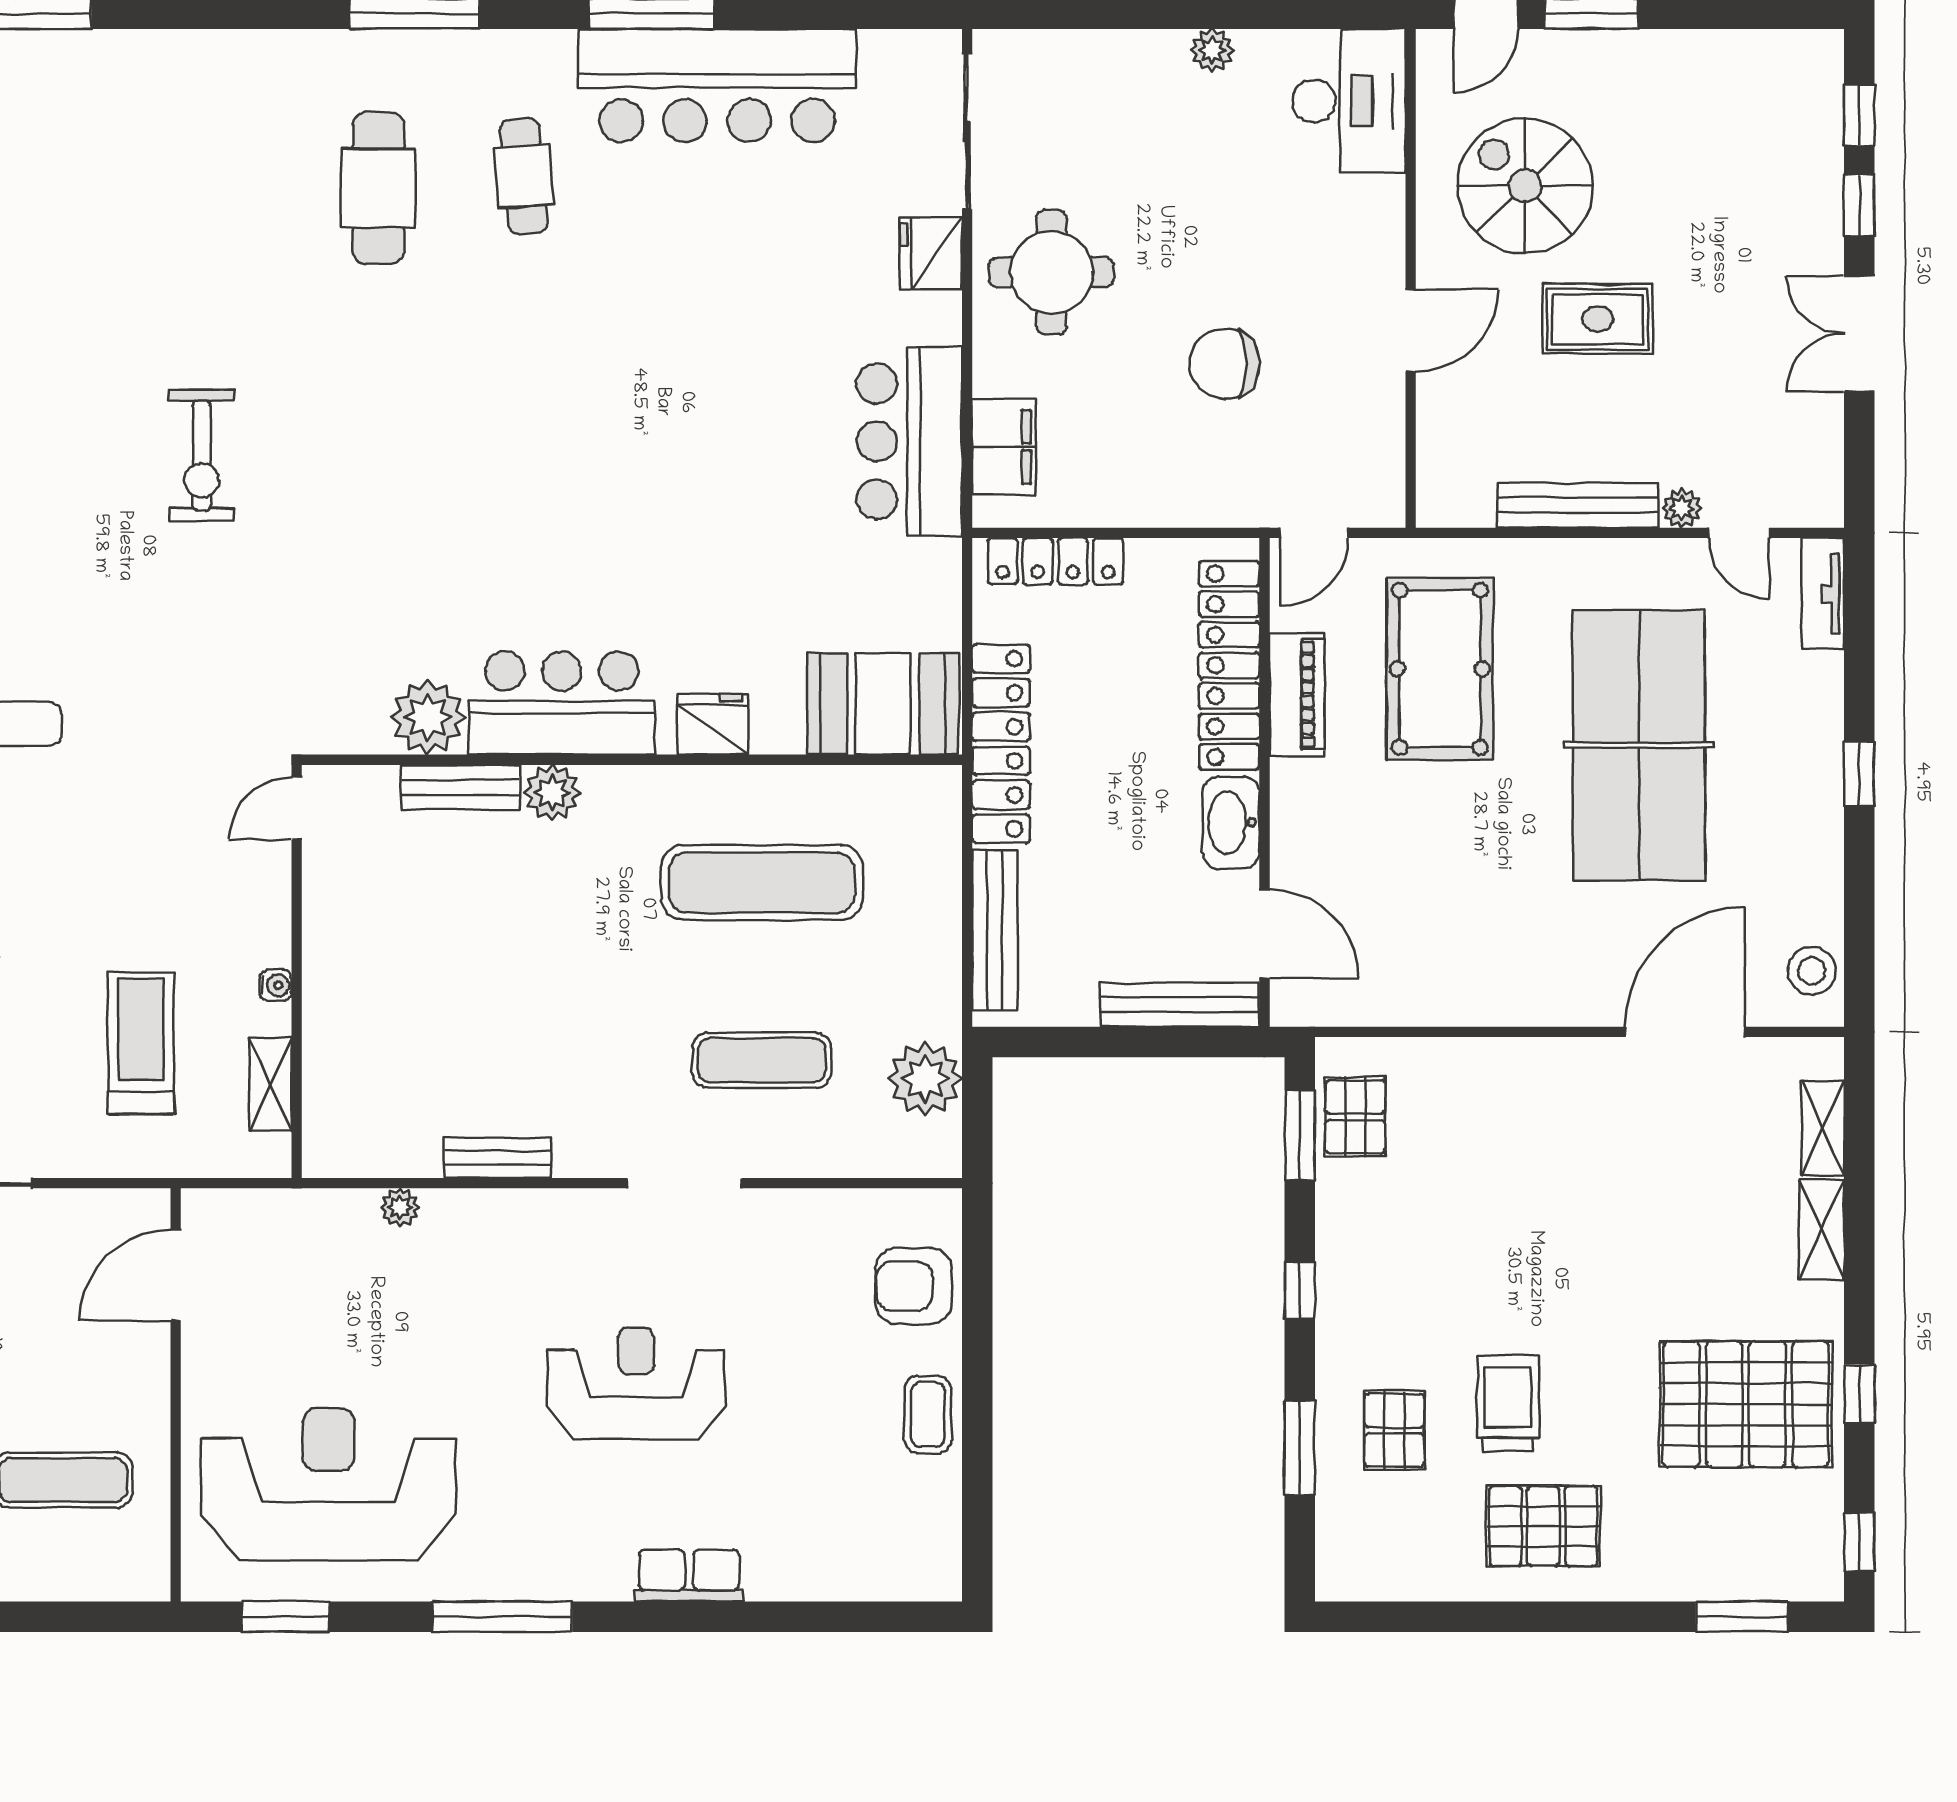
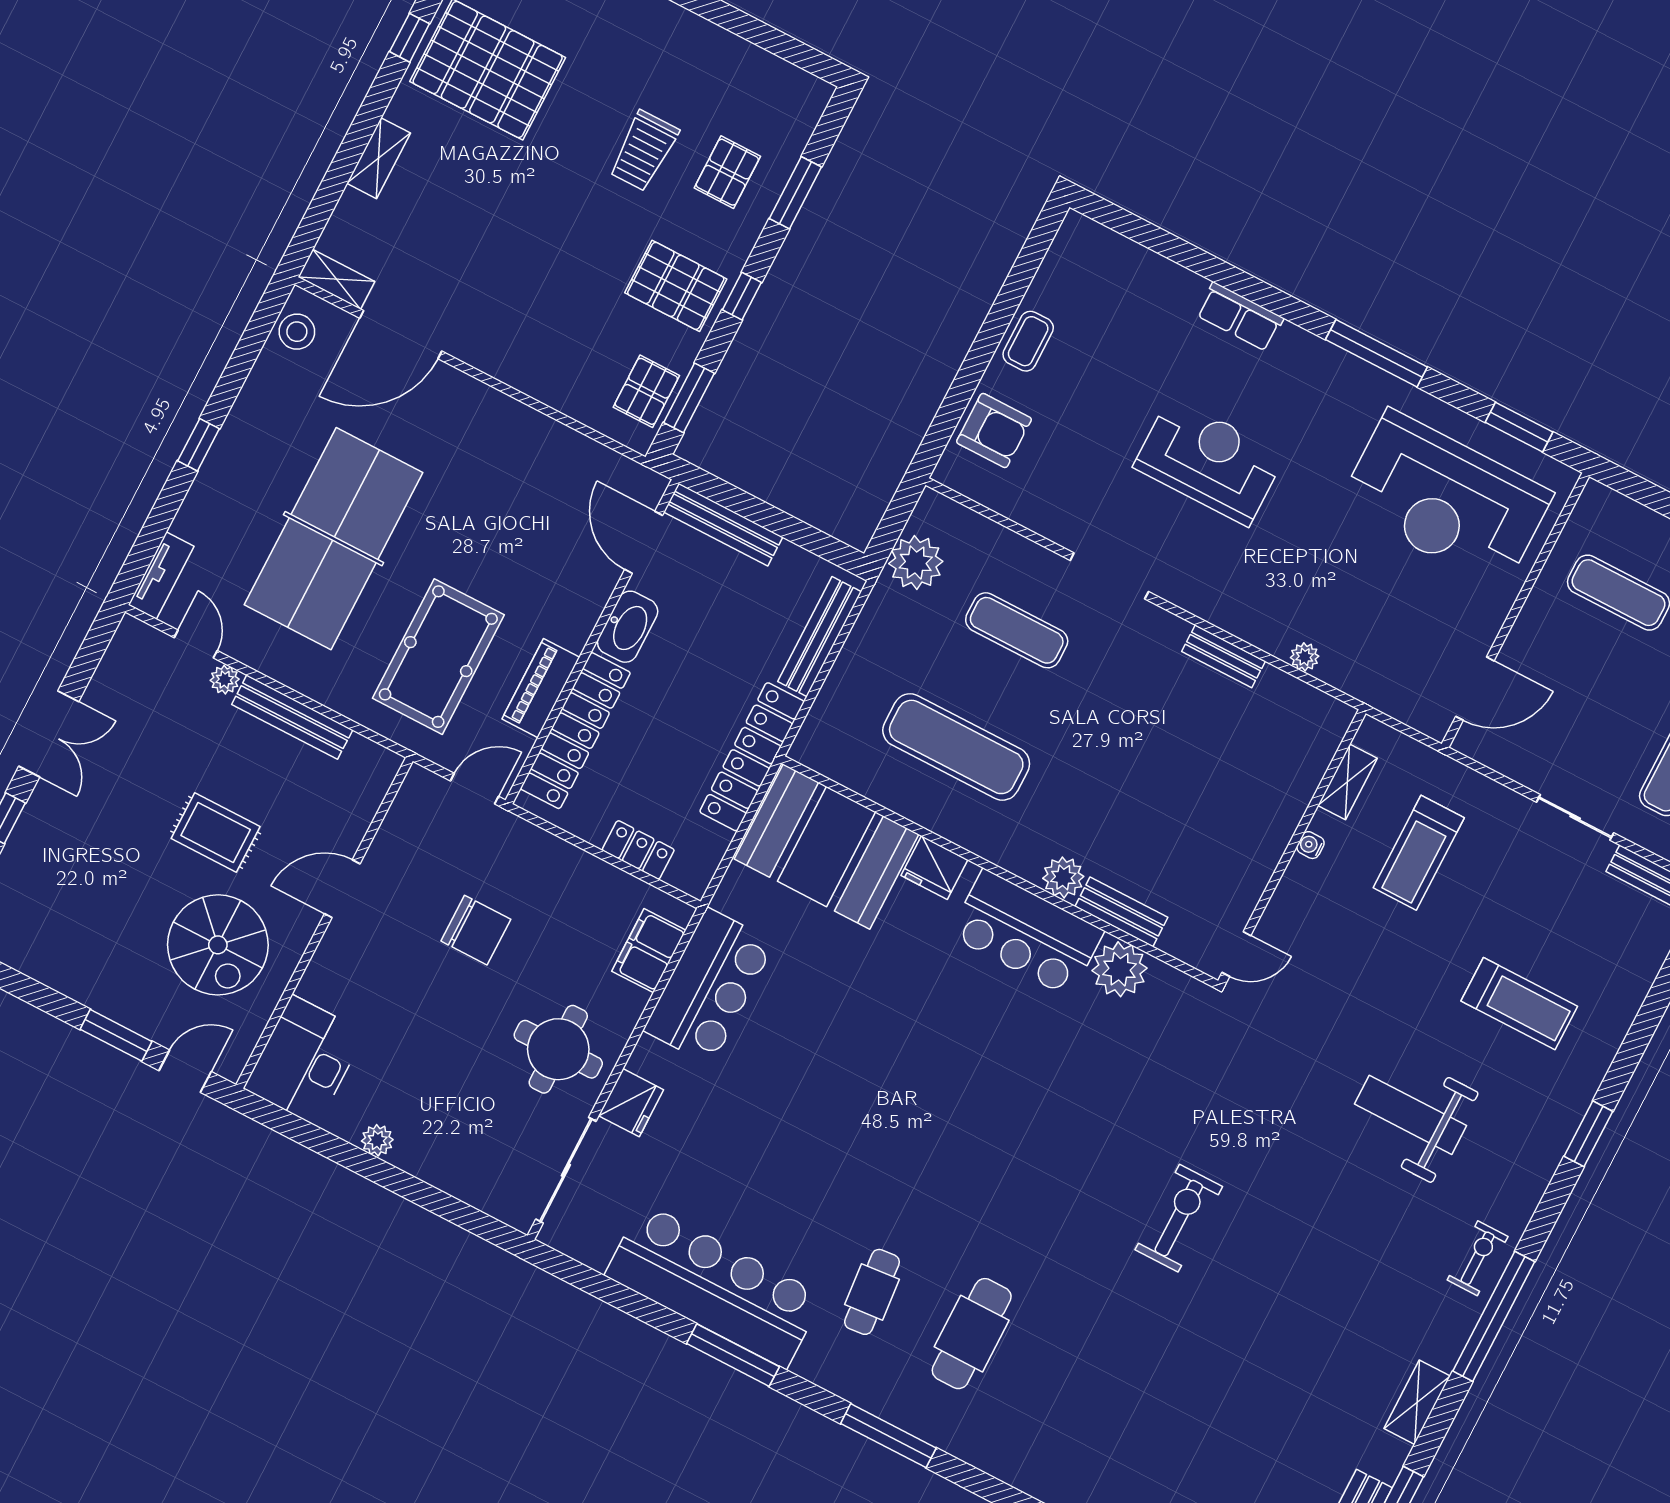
locker: (1055, 561) -> (638, 850), width x0.66
booth: (883, 704) -> (827, 847), width x1.36, depth x1.42
shelving: (1823, 1128) -> (336, 279), moved, turned 90
reception desk: (636, 1383) -> (1209, 461), turned 180
pallet: (1543, 1526) -> (676, 286), moved

